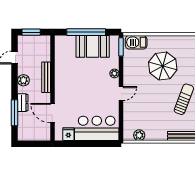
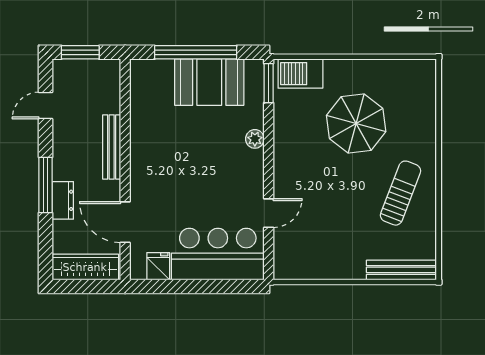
plant: (23, 80) -> (64, 153), removed
door: (121, 94) -> (269, 213), moved
window: (15, 113) -> (46, 185), moved
wardrobe: (34, 135) -> (85, 267), added
plant: (139, 135) -> (307, 268), removed

